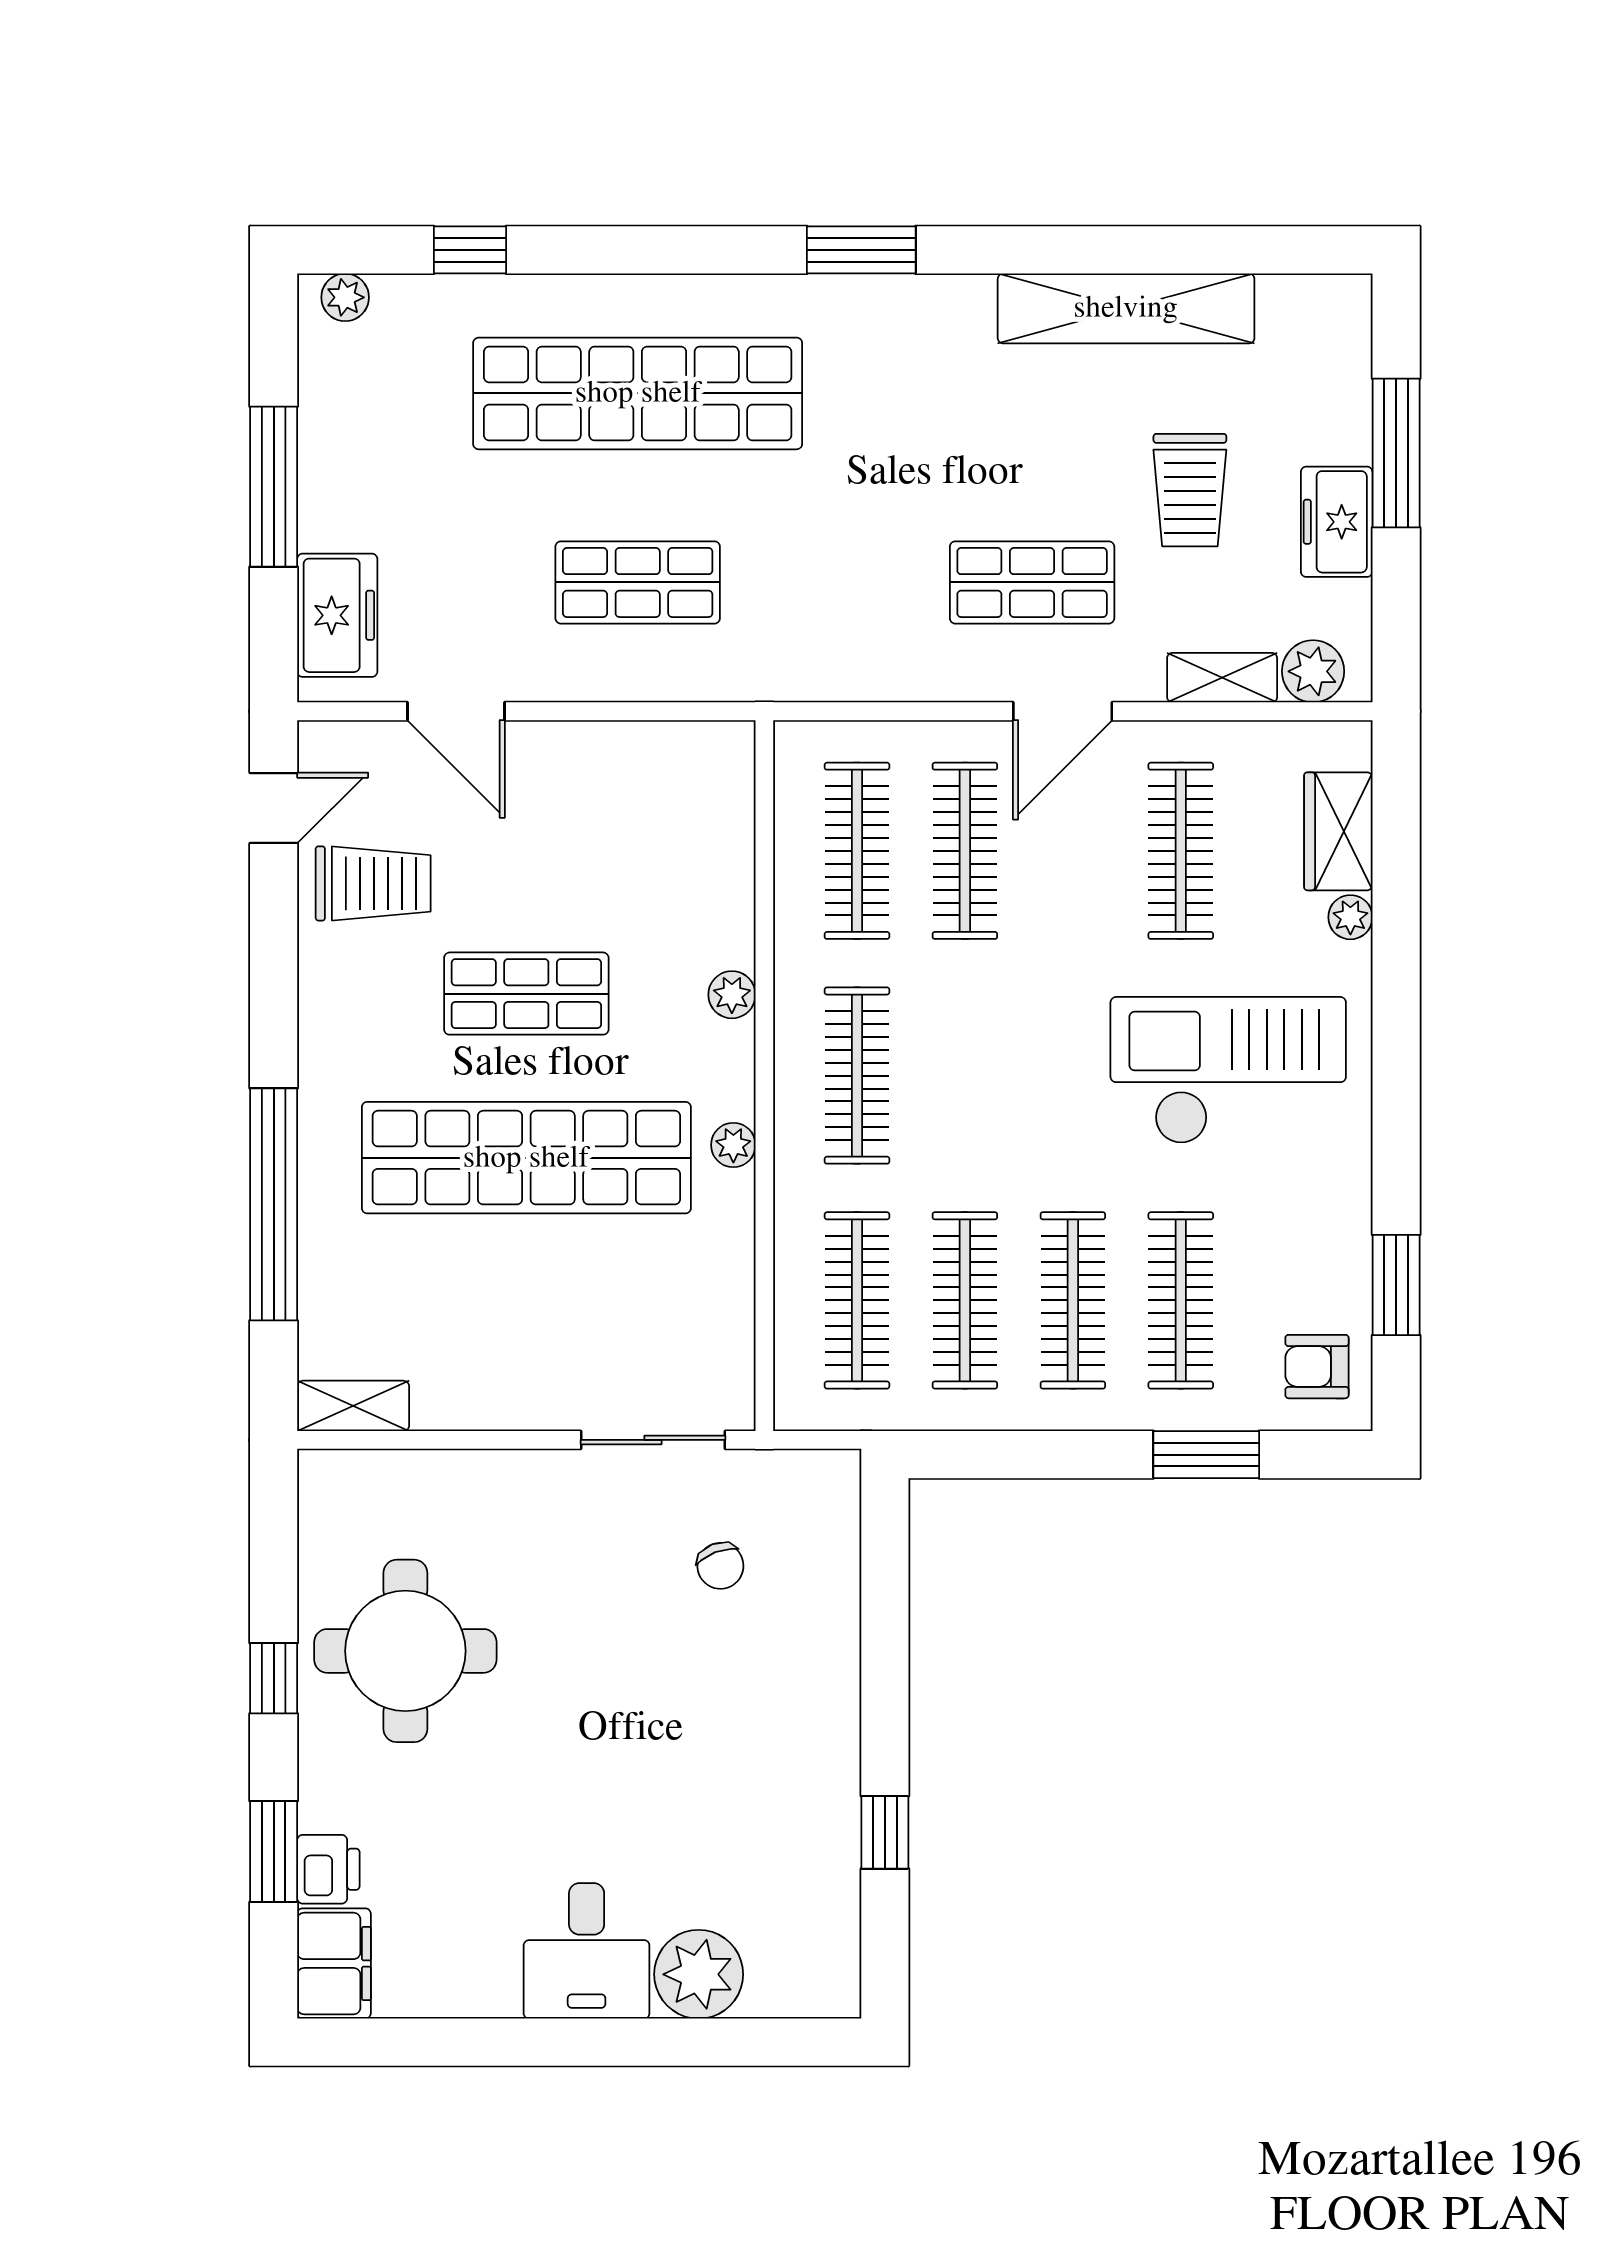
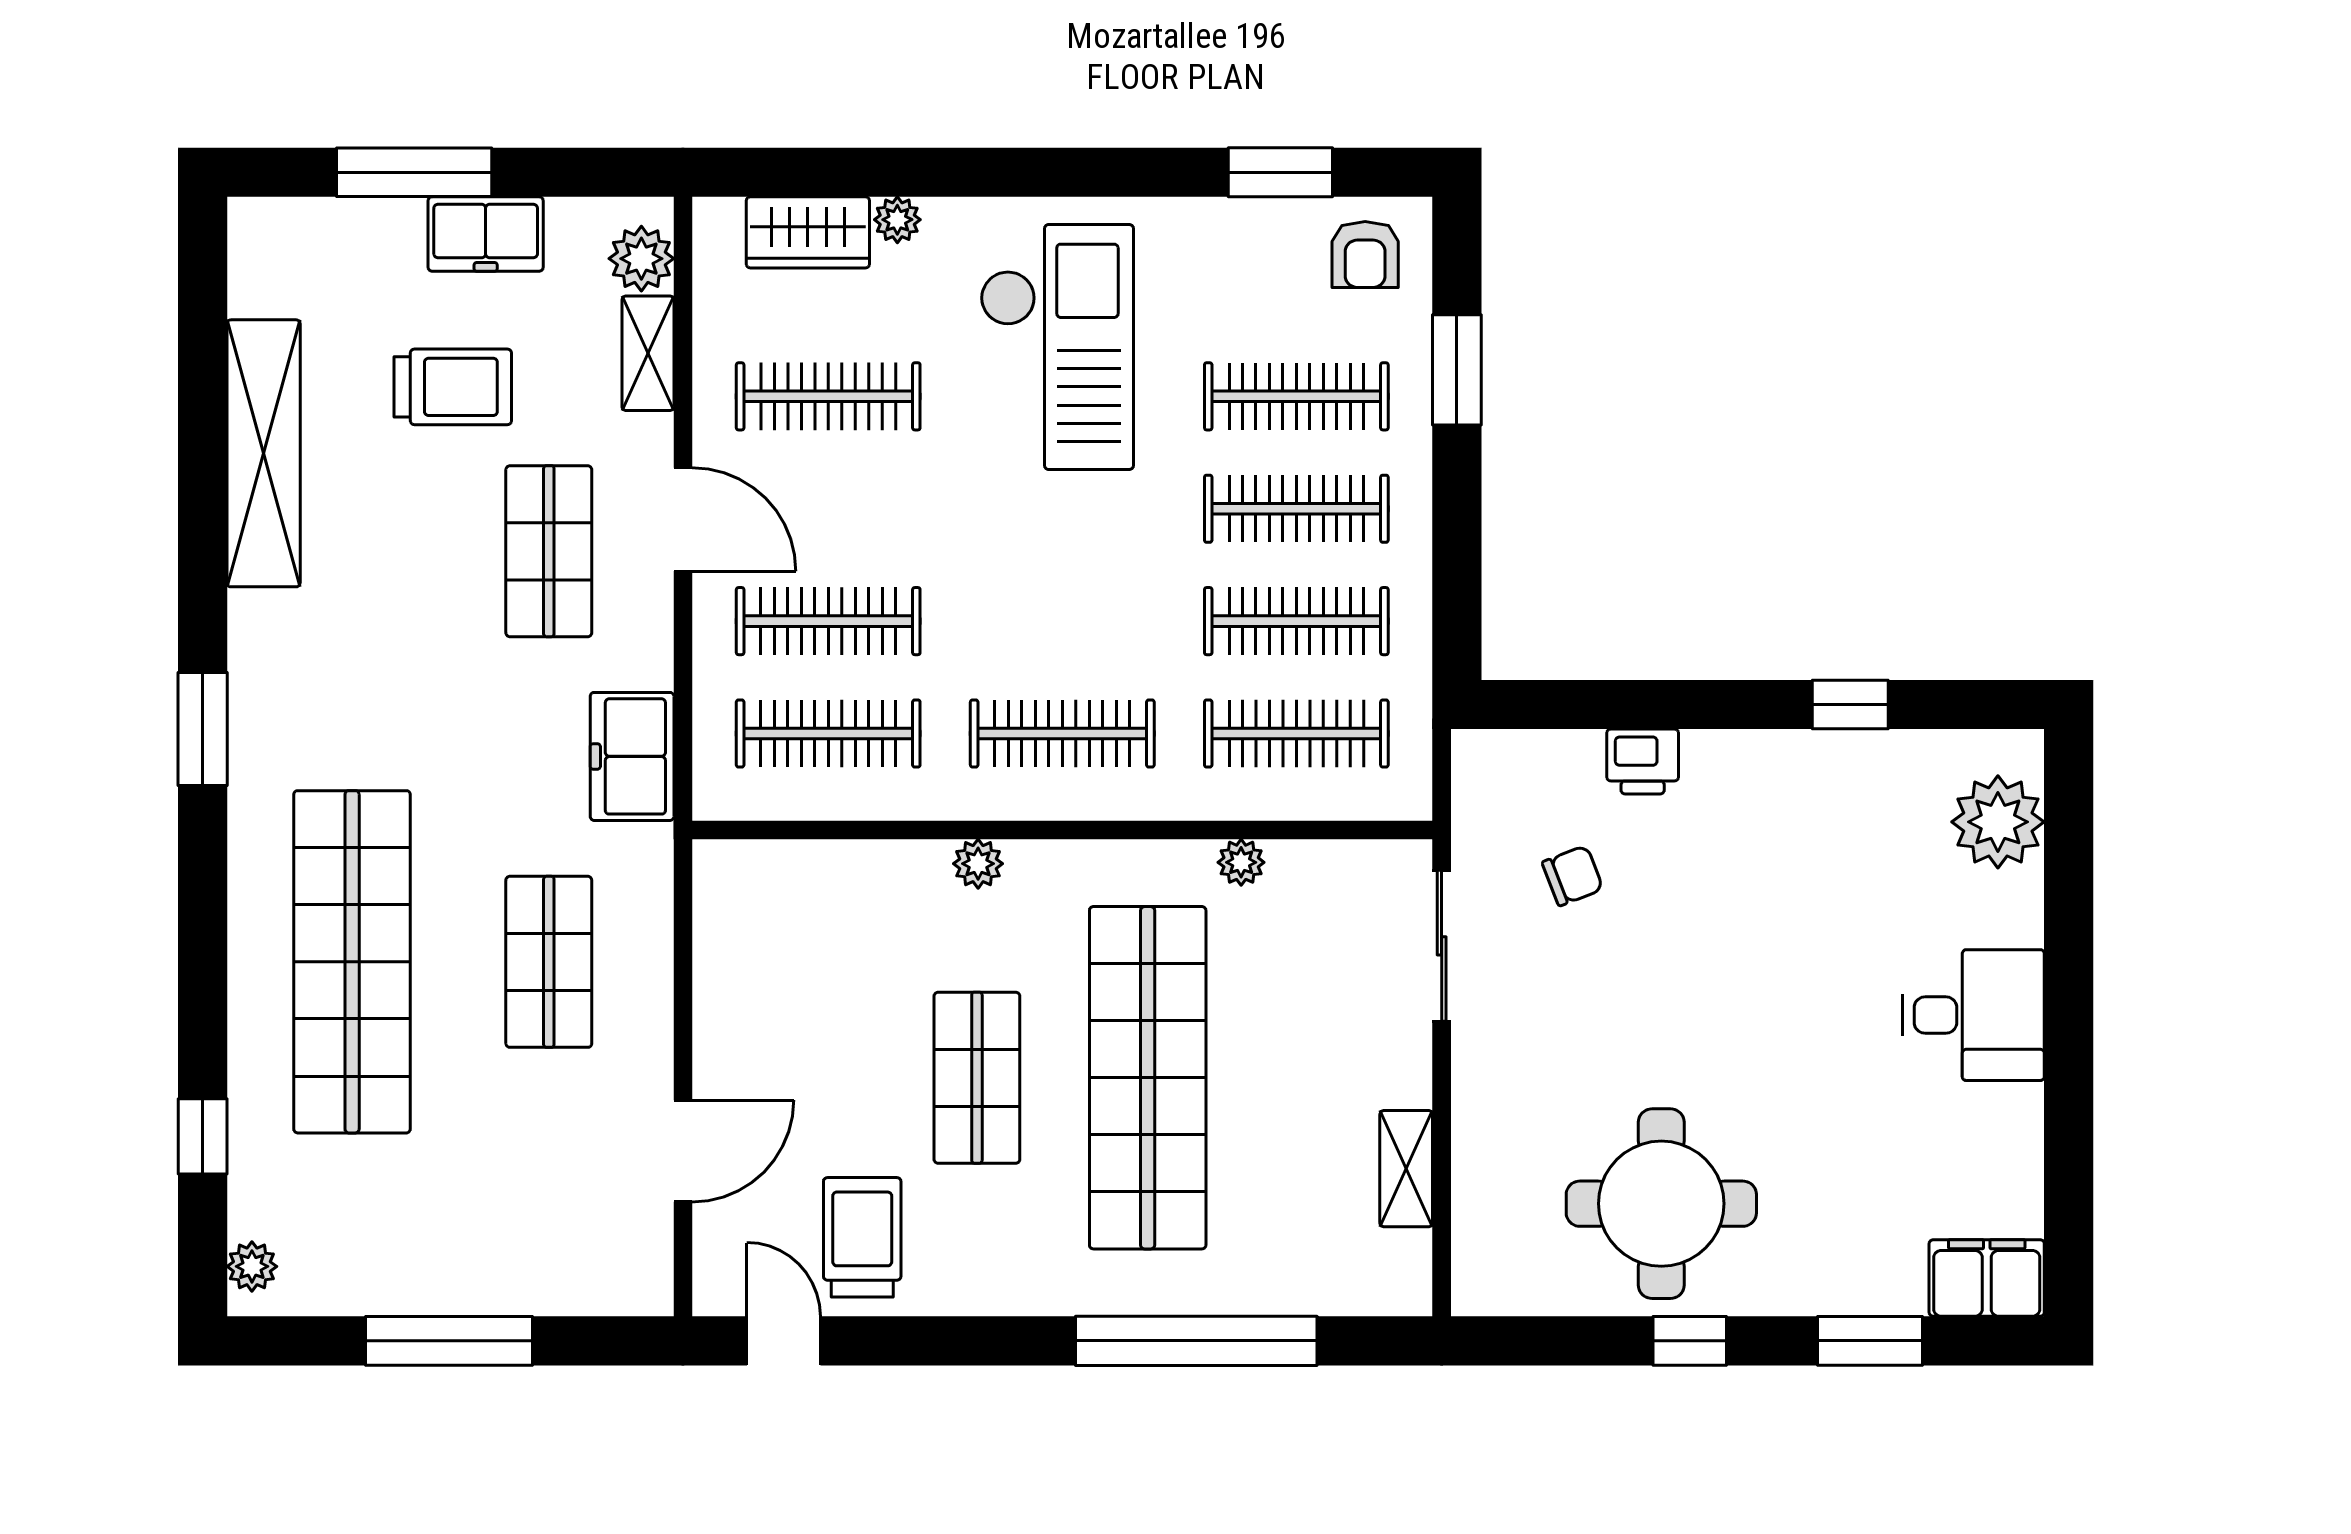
freezer: (337, 615) -> (632, 756), moved, turned -90
checkout: (1228, 1070) -> (1057, 347), turned 180
plant: (733, 1145) -> (1241, 862), moved
shelving: (353, 1406) -> (1406, 1169), moved
printer: (328, 1869) -> (1643, 762), moved, turned 180
plant: (699, 1974) -> (1998, 822), moved

